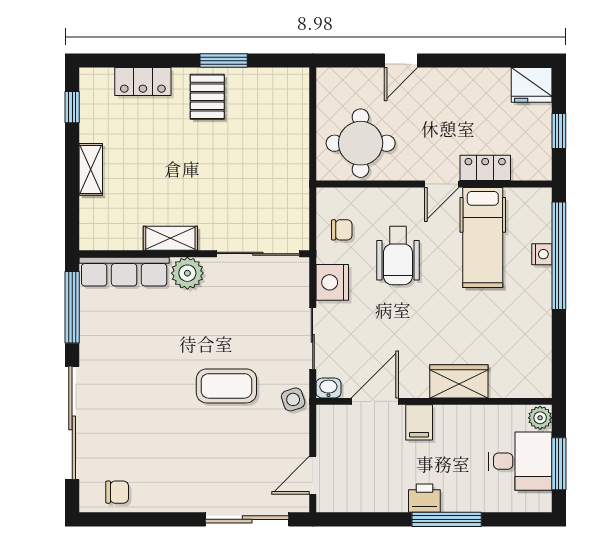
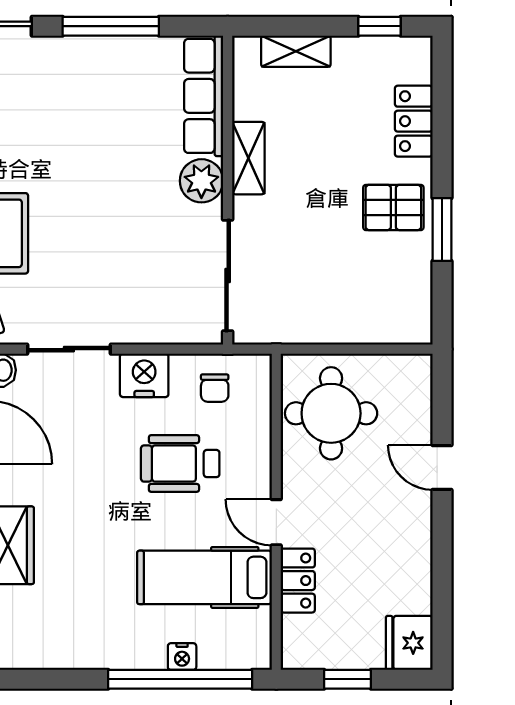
shelving: (170, 238) -> (248, 158), moved
wall: (194, 254) -> (228, 190), moved
sliding door: (258, 254) -> (228, 276), moved
row of seats: (124, 272) -> (204, 96), moved
plant: (187, 273) -> (201, 181), moved

